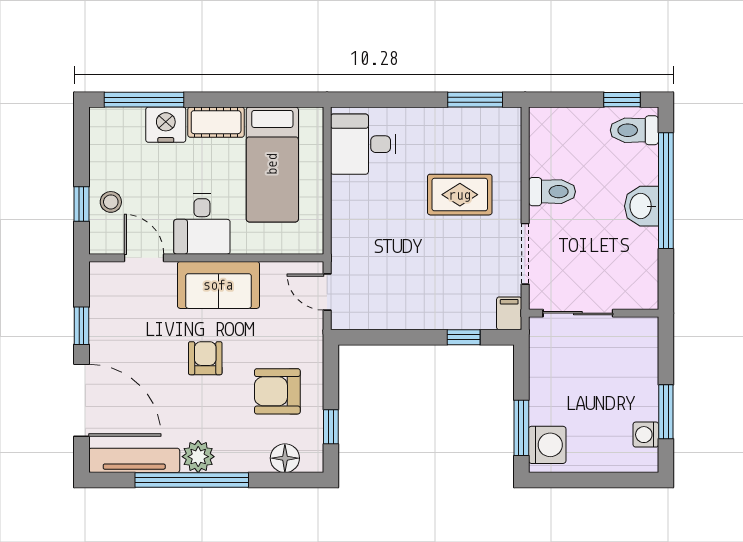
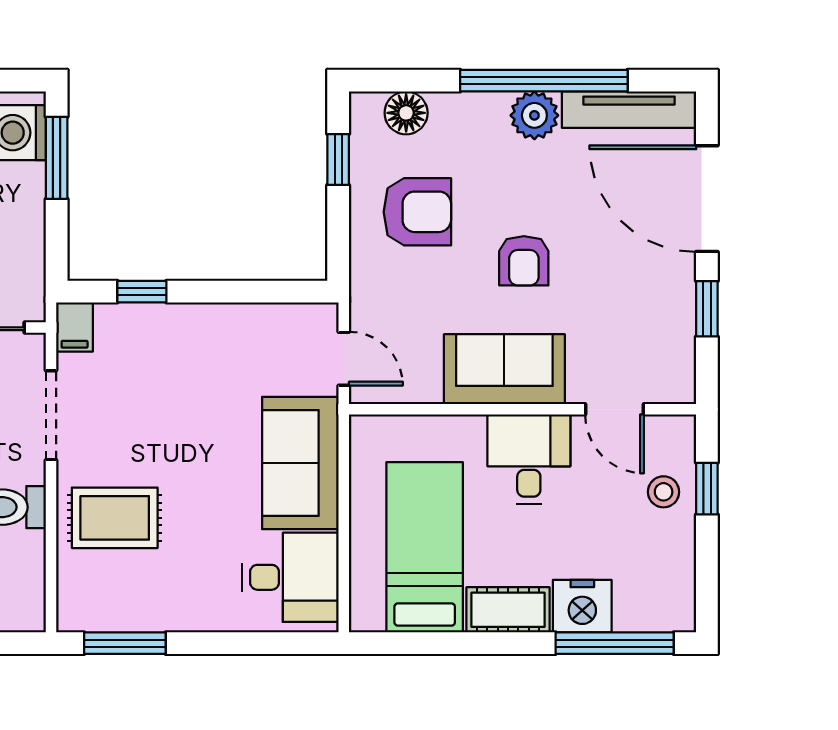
rug: (460, 195) -> (115, 518), moved
sofa: (356, 221) -> (300, 463), added

